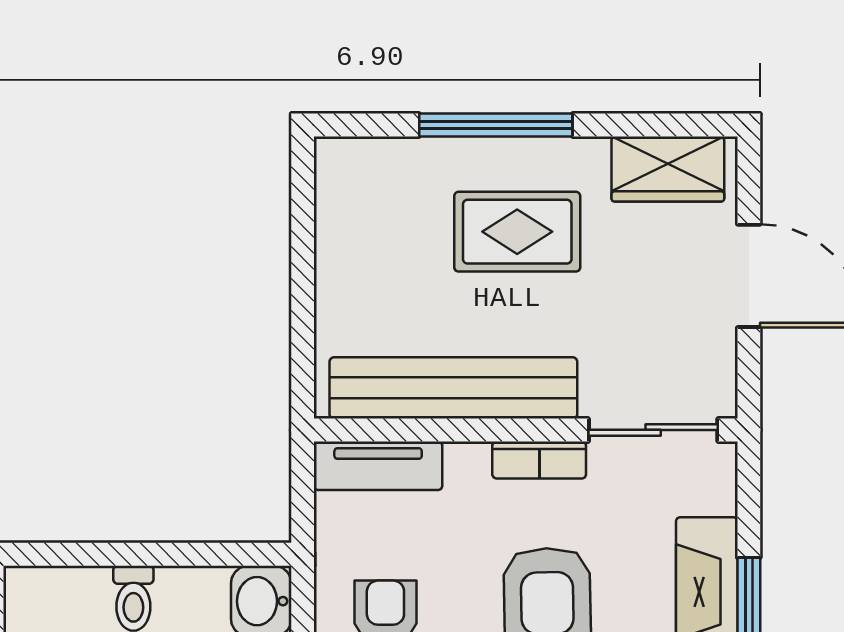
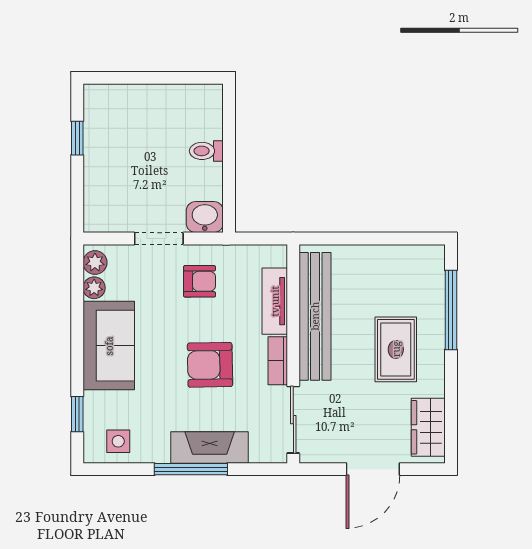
window: (496, 125) -> (451, 310), moved
tv unit: (378, 466) -> (275, 301), moved

